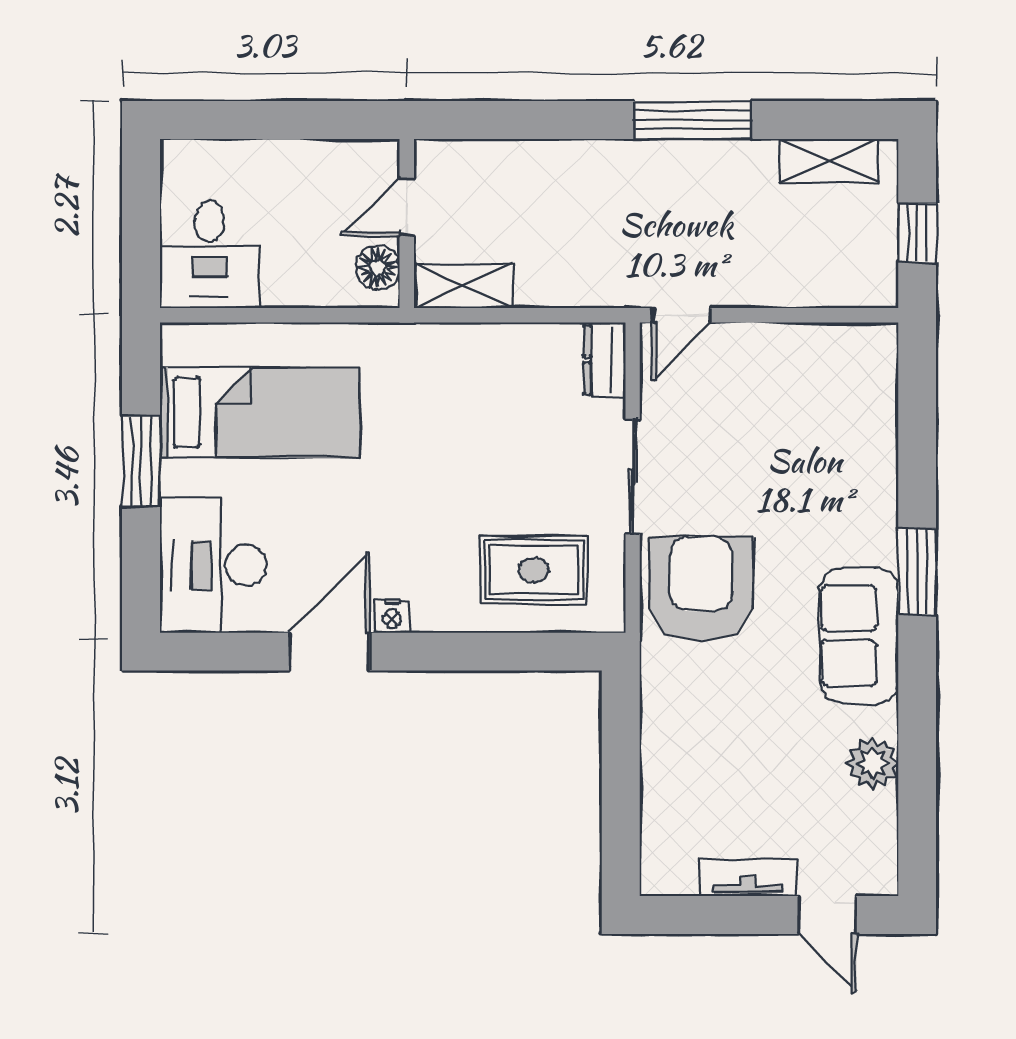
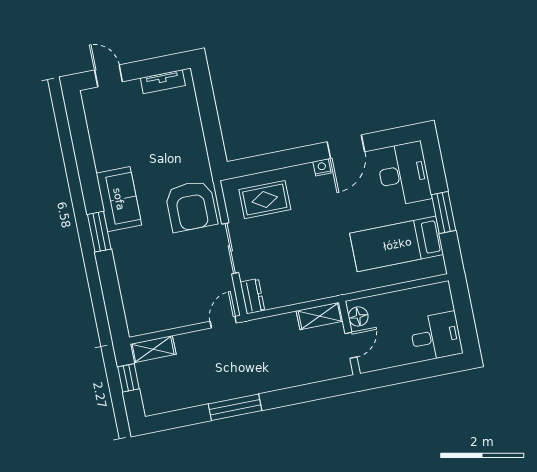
shelving: (829, 161) -> (153, 349), moved
desk: (209, 255) -> (436, 336), moved, turned 90
plant: (873, 763) -> (102, 145), removed
tv unit: (748, 878) -> (163, 82), moved

